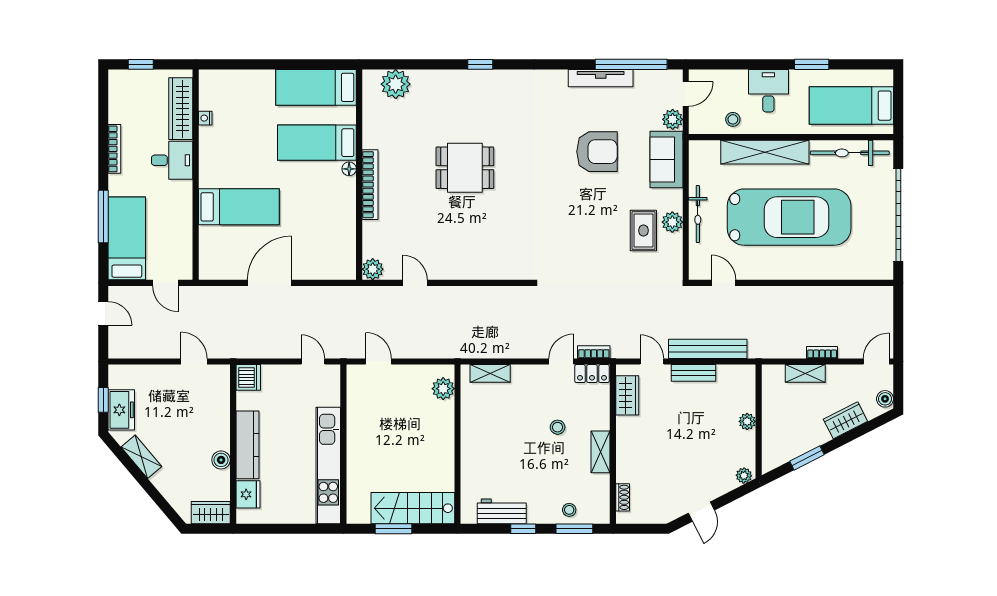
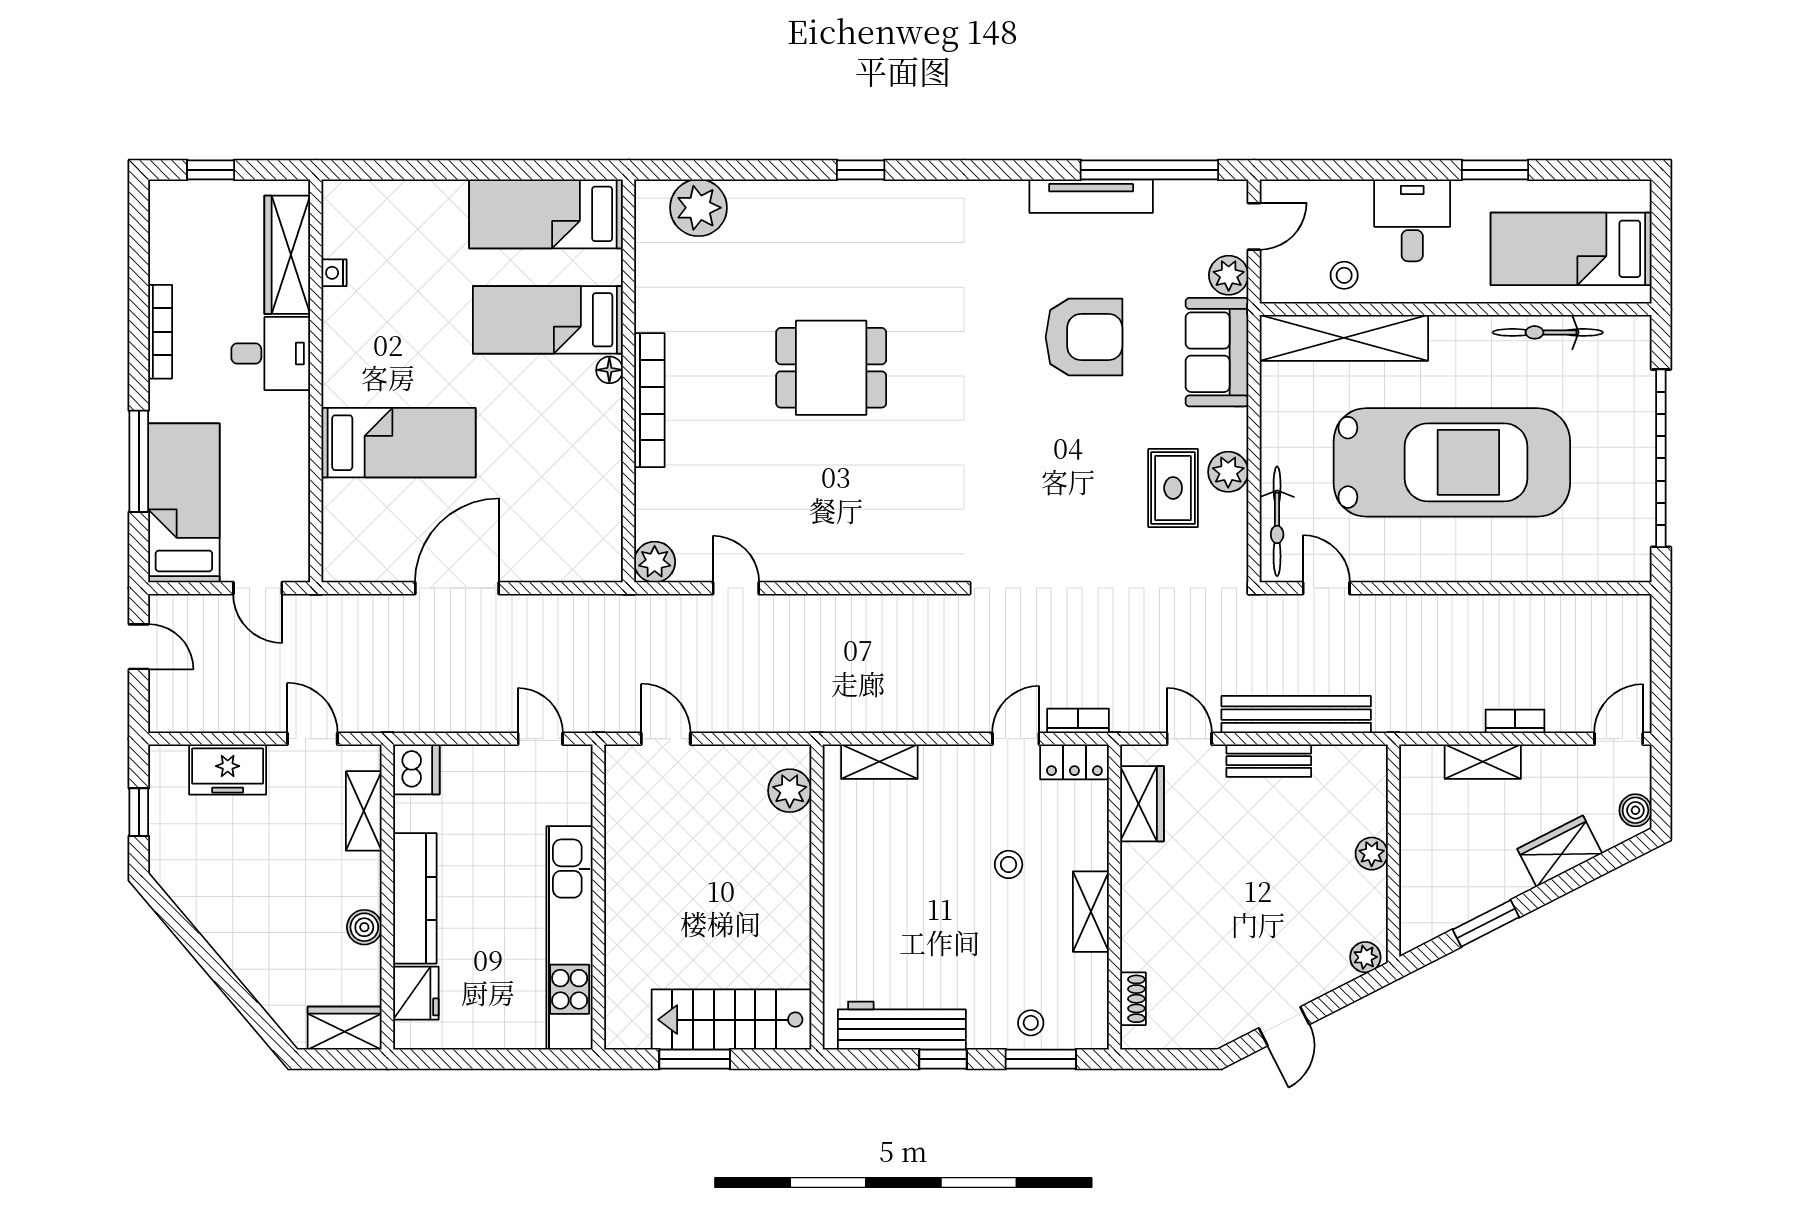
shelving: (765, 152) -> (1344, 338), moved
bicycle: (850, 153) -> (1548, 332), width x0.73, depth x0.71
bicycle: (698, 214) -> (1277, 521), moved
freezer: (121, 410) -> (228, 770), moved, turned 90
shelving: (141, 457) -> (364, 811), moved, turned 40
workbench: (502, 511) -> (902, 1026), width x1.38

